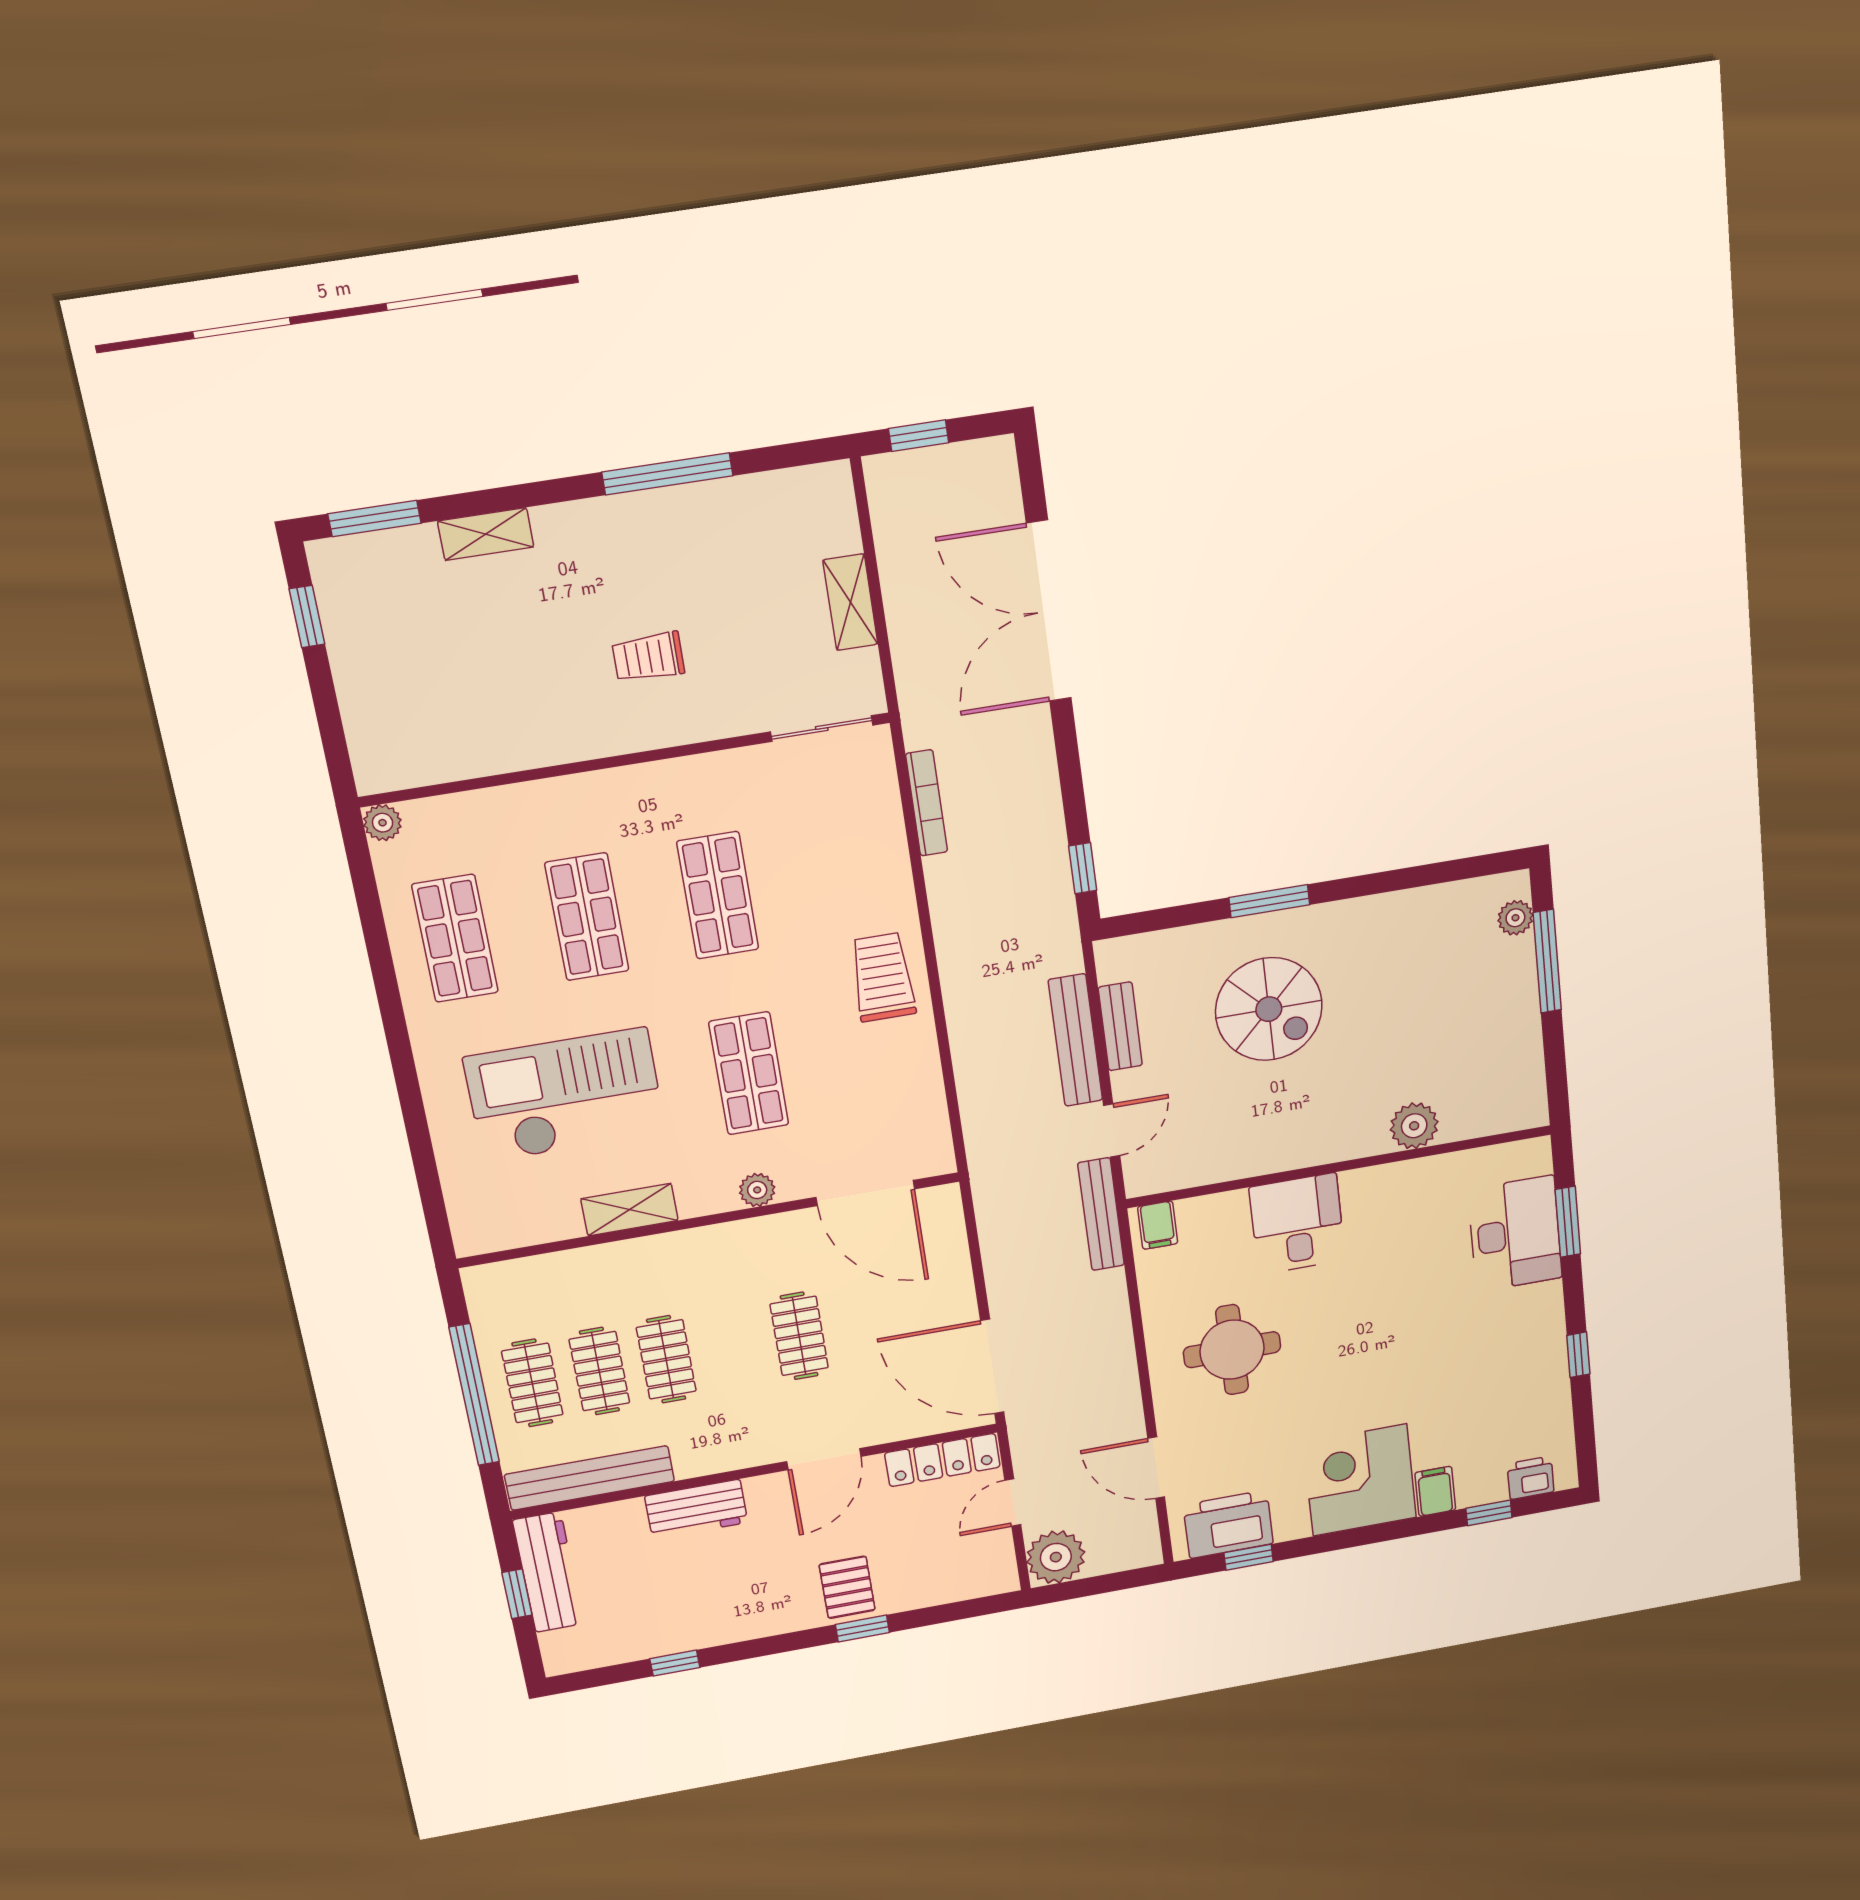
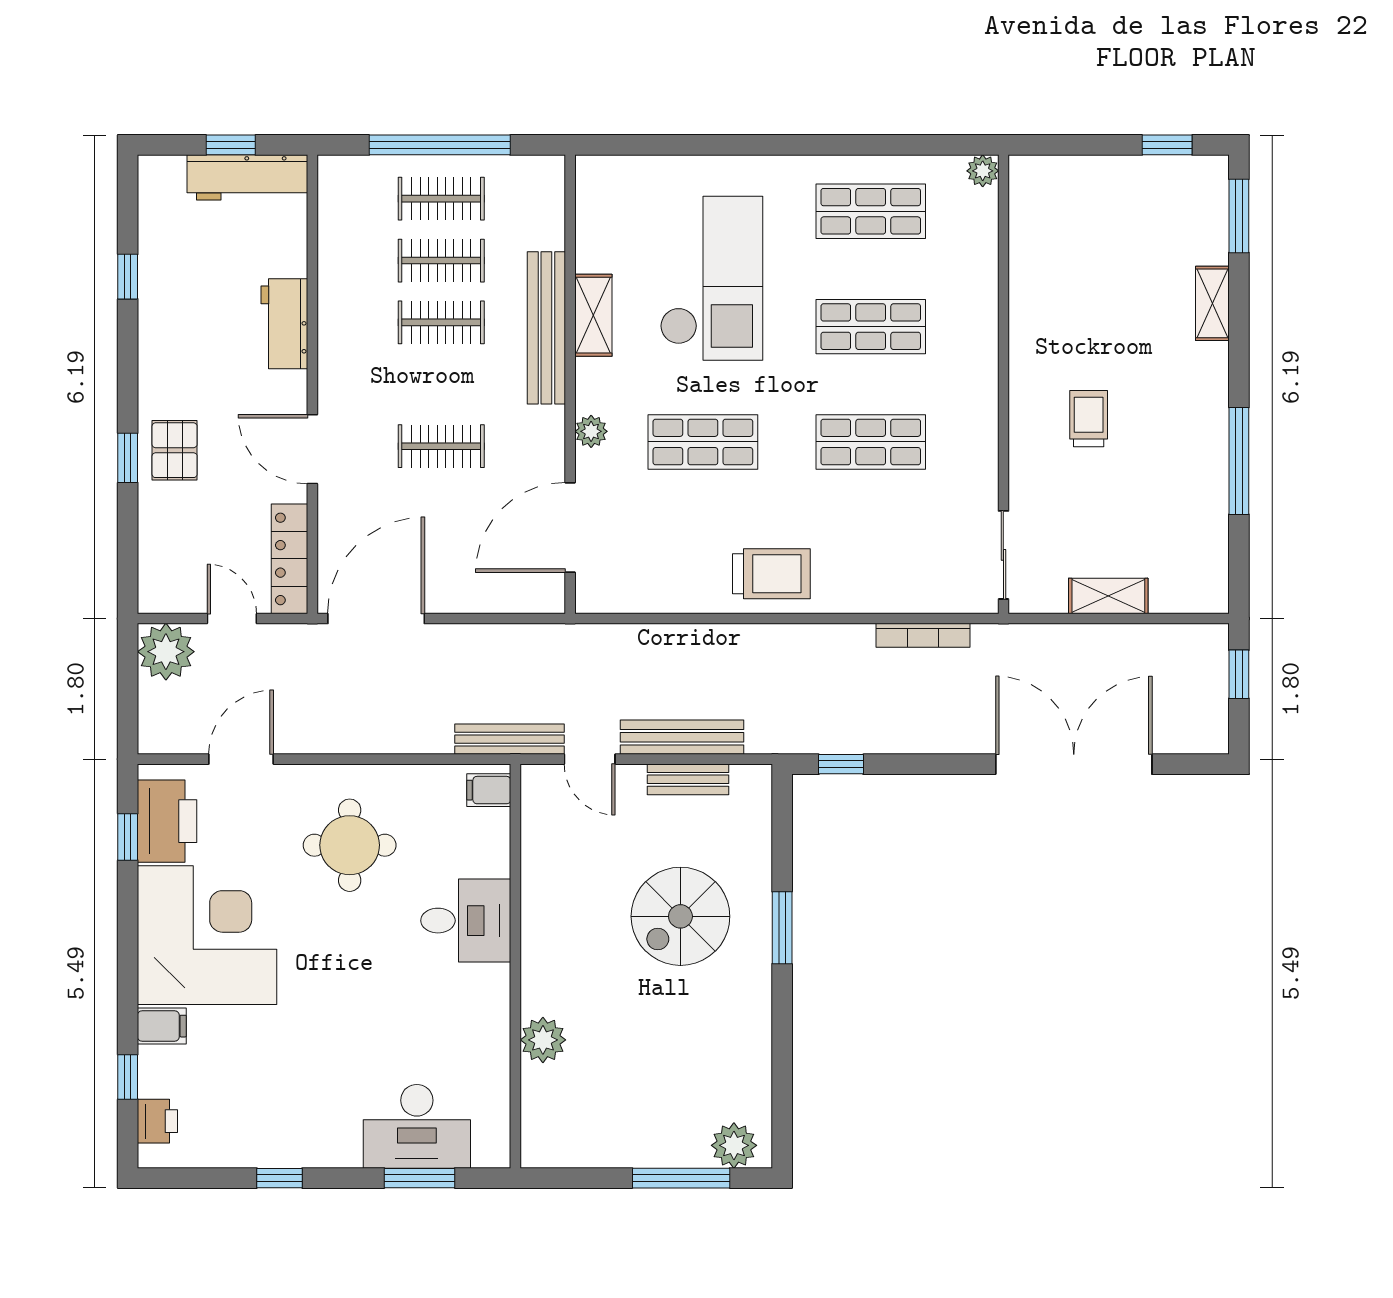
plant: (1515, 918) -> (734, 1145), width x1.38, depth x1.38
bench: (590, 1478) -> (546, 328), moved
corner desk: (1360, 1480) -> (207, 935), width x1.36, depth x1.36
pallet: (847, 1587) -> (175, 450), turned 90

